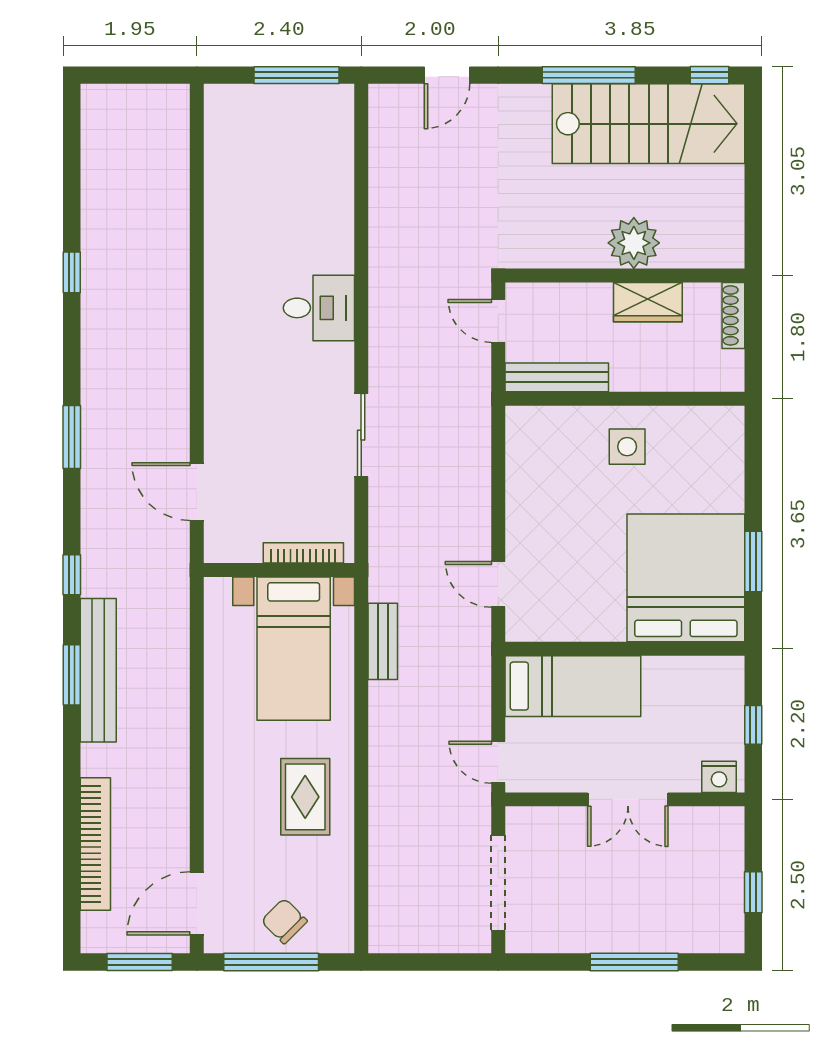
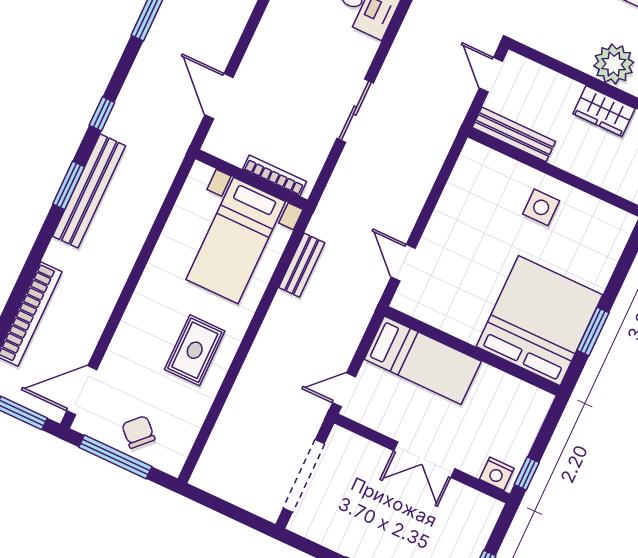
window: (753, 725) -> (527, 474), moved
door: (498, 762) -> (344, 390), hinge flipped

